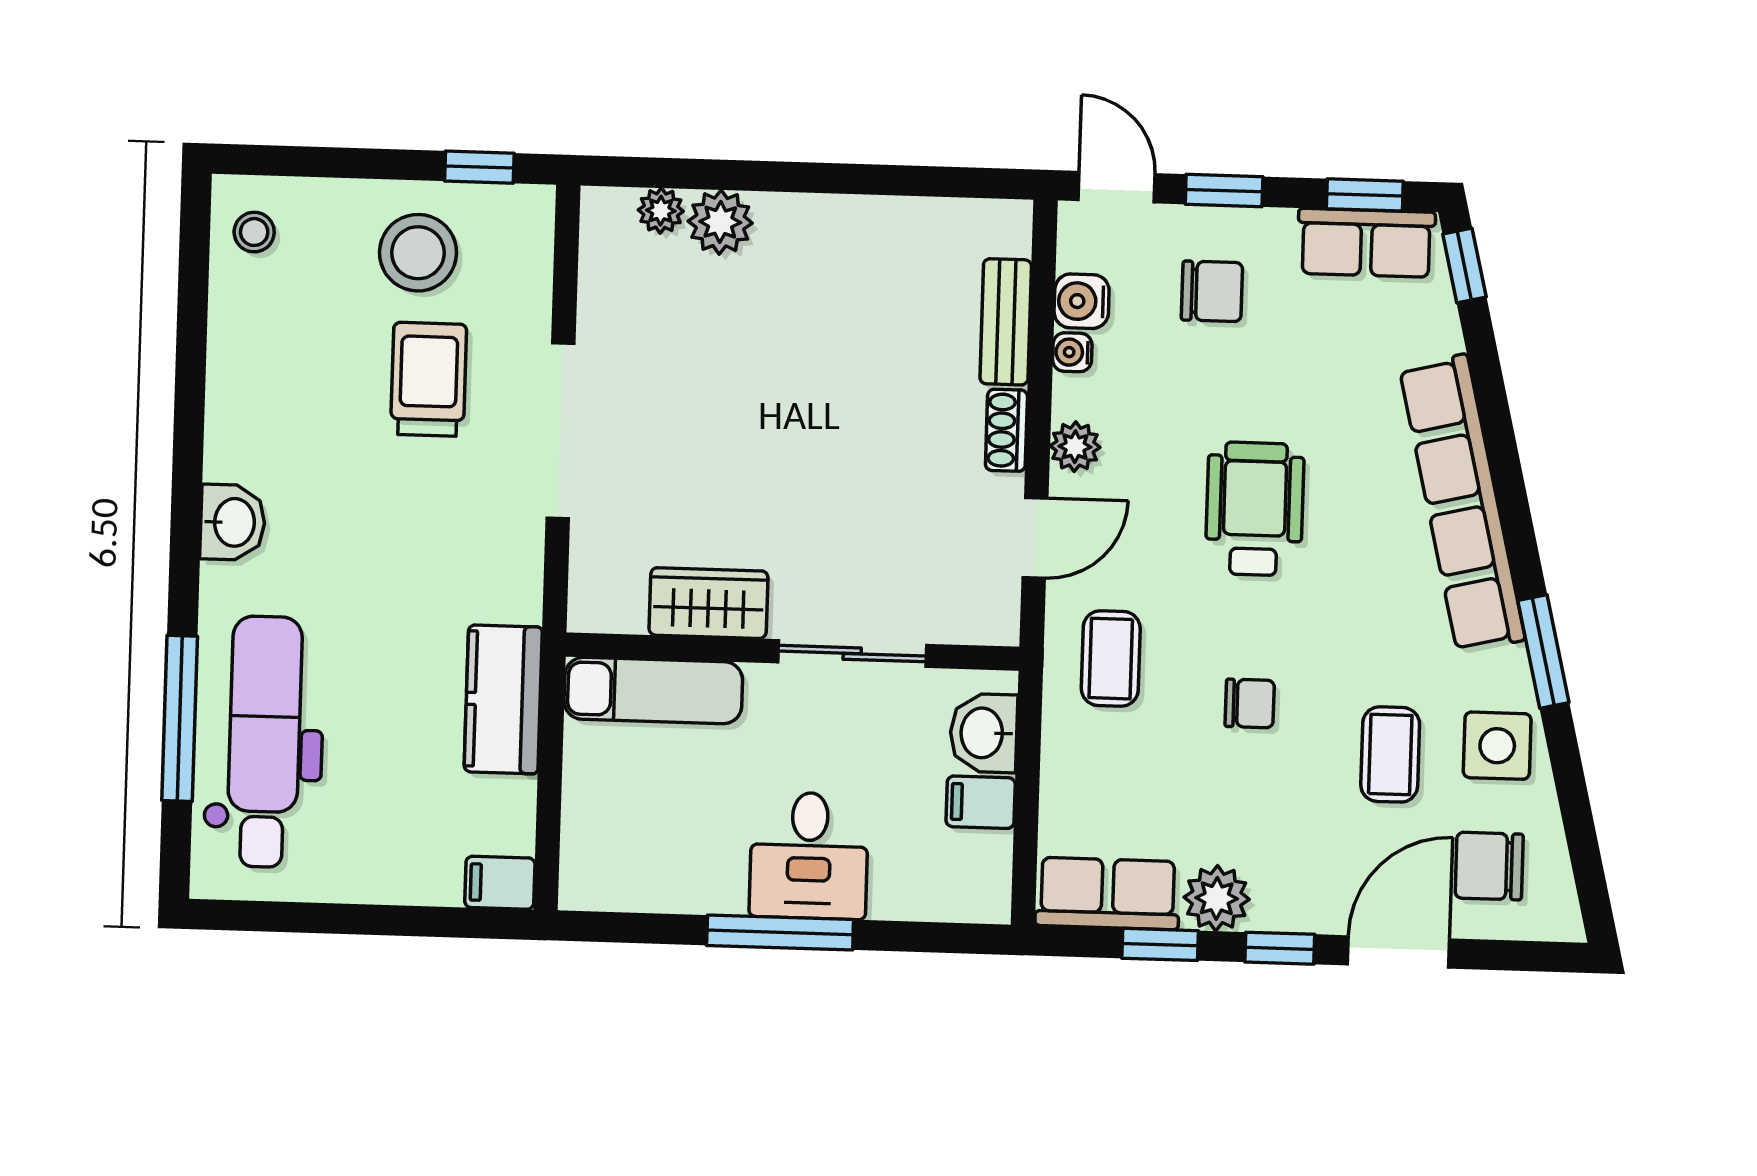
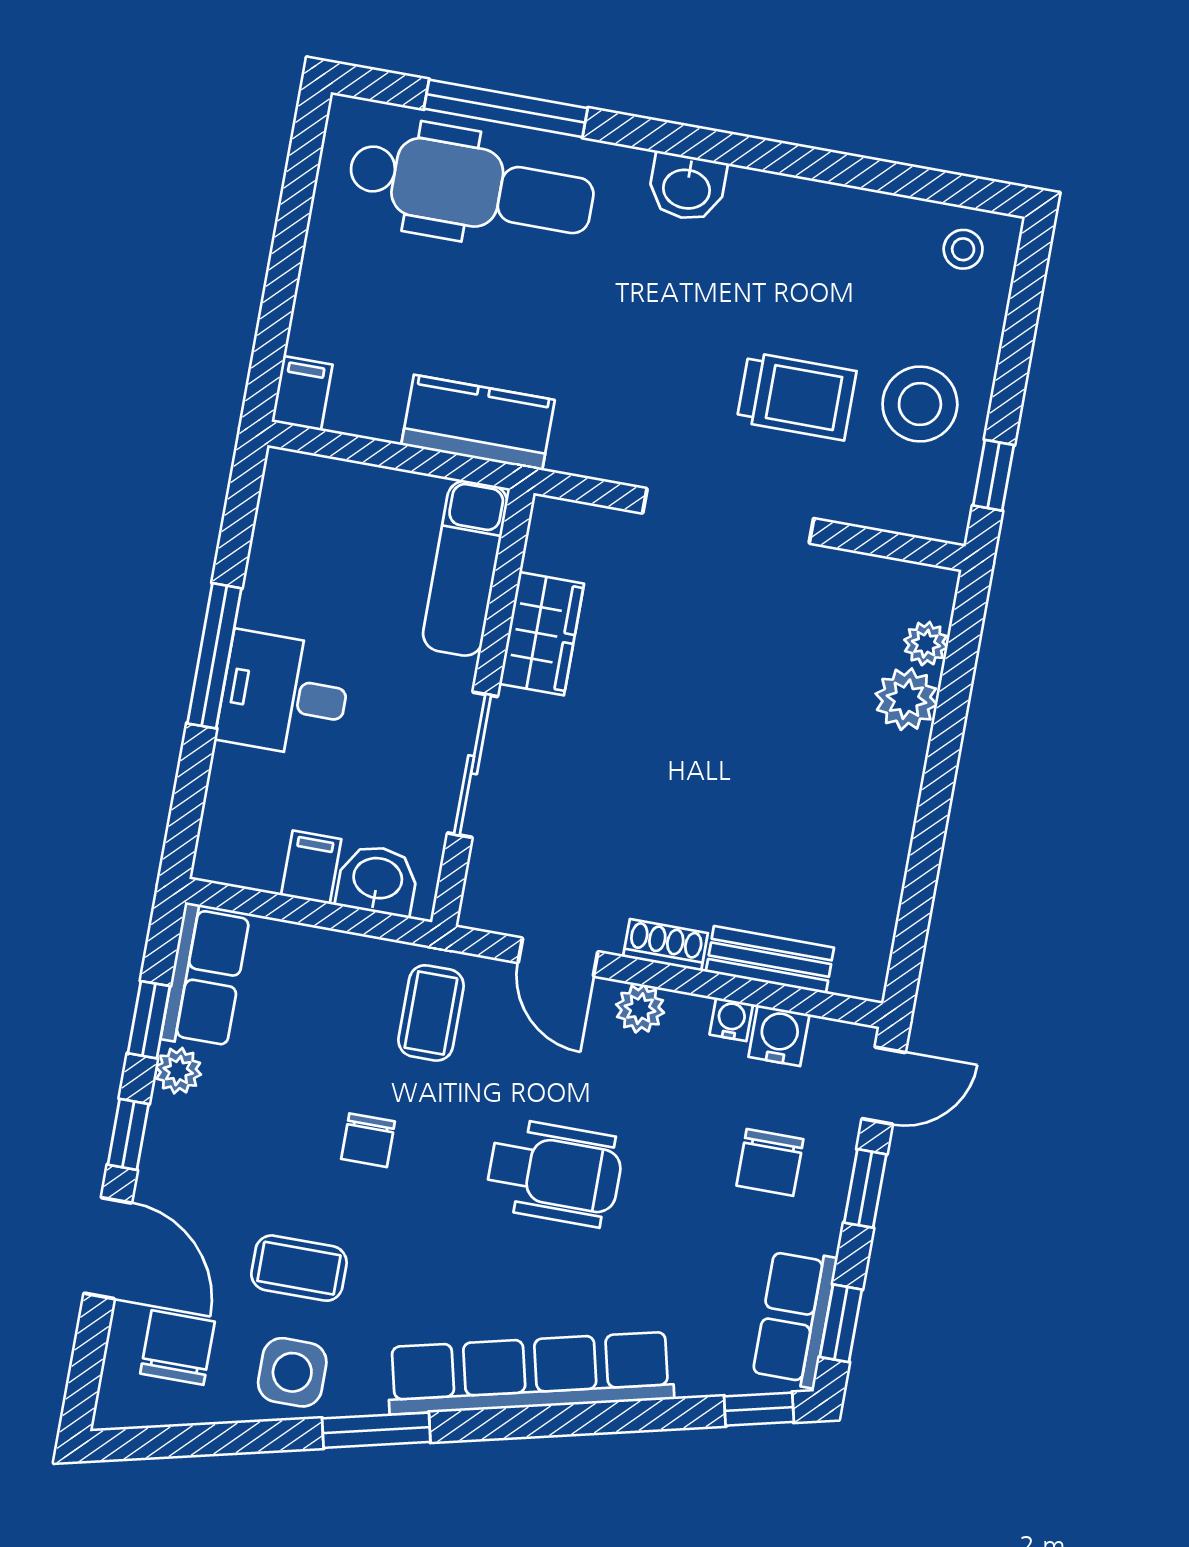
coffee table: (1111, 659) -> (431, 1013), turned 90
plant: (1217, 898) -> (178, 1071), width x0.73, depth x0.73

